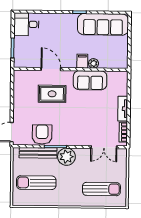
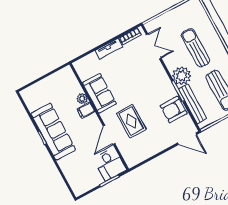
desk: (26, 24) -> (110, 164), moved
sofa: (103, 24) -> (53, 132), moved
sun lounger: (101, 189) -> (195, 48), moved

